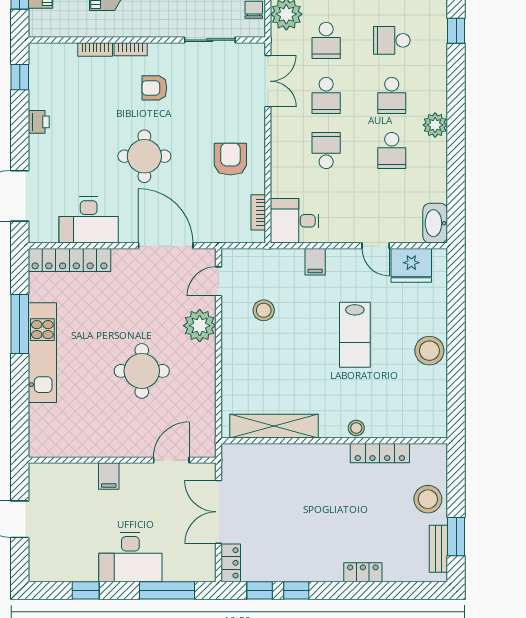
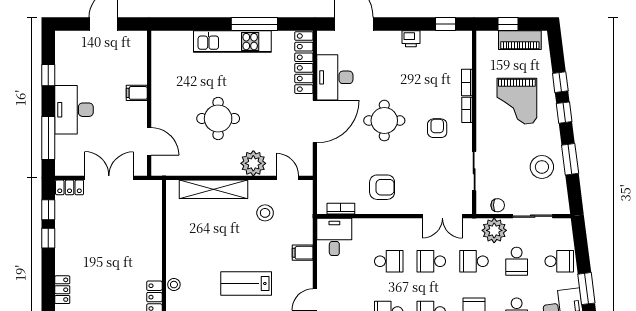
door: (166, 246) -> (315, 122), moved
shelving: (274, 426) -> (214, 189), moved, turned 90

